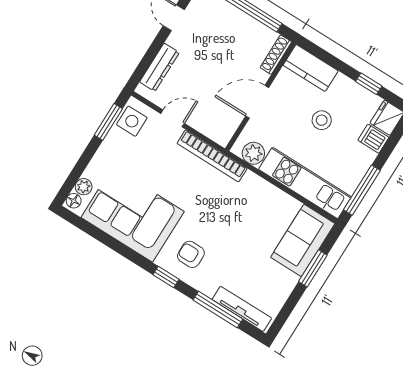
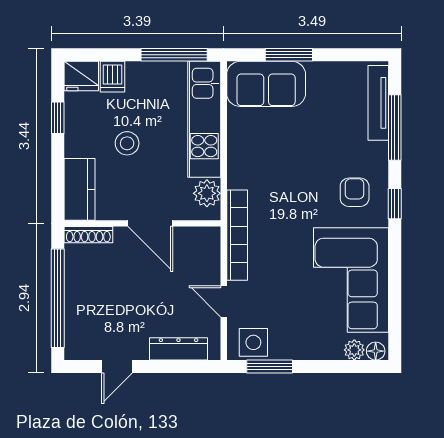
armchair: (191, 254) -> (355, 192), turned 180

